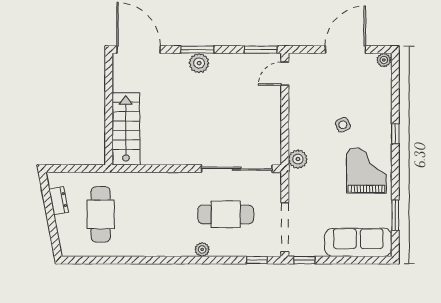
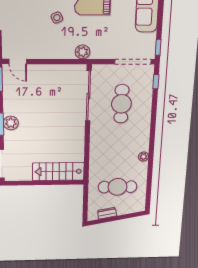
plant: (202, 249) -> (143, 157), moved

